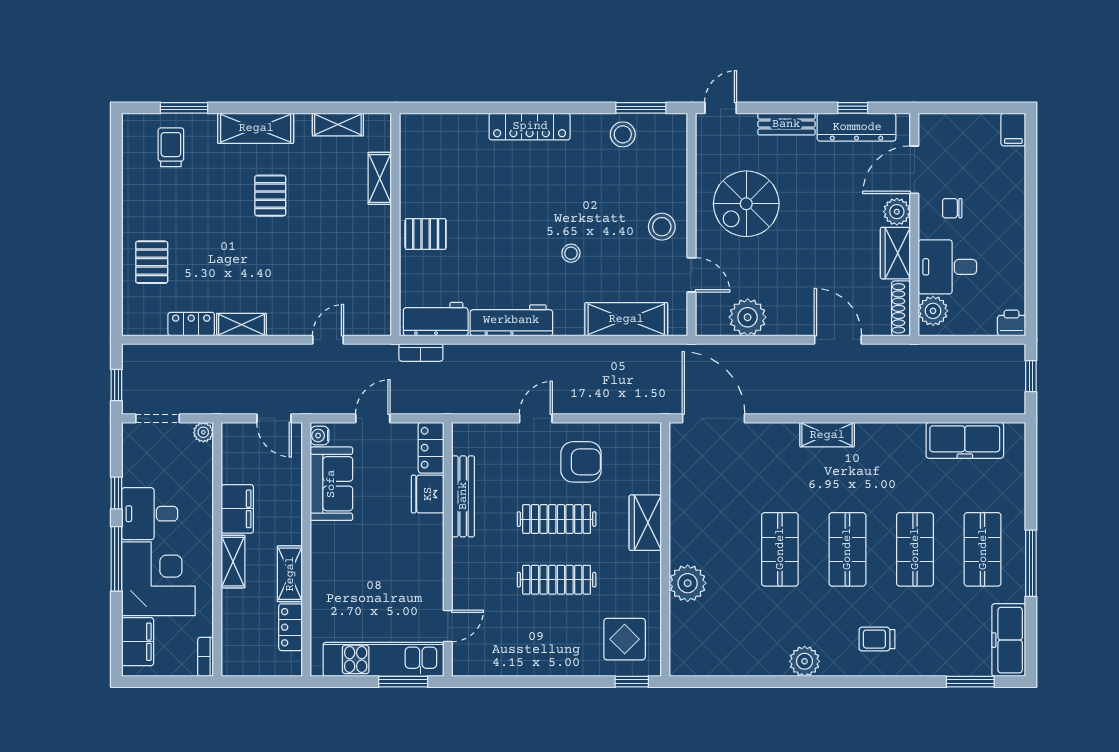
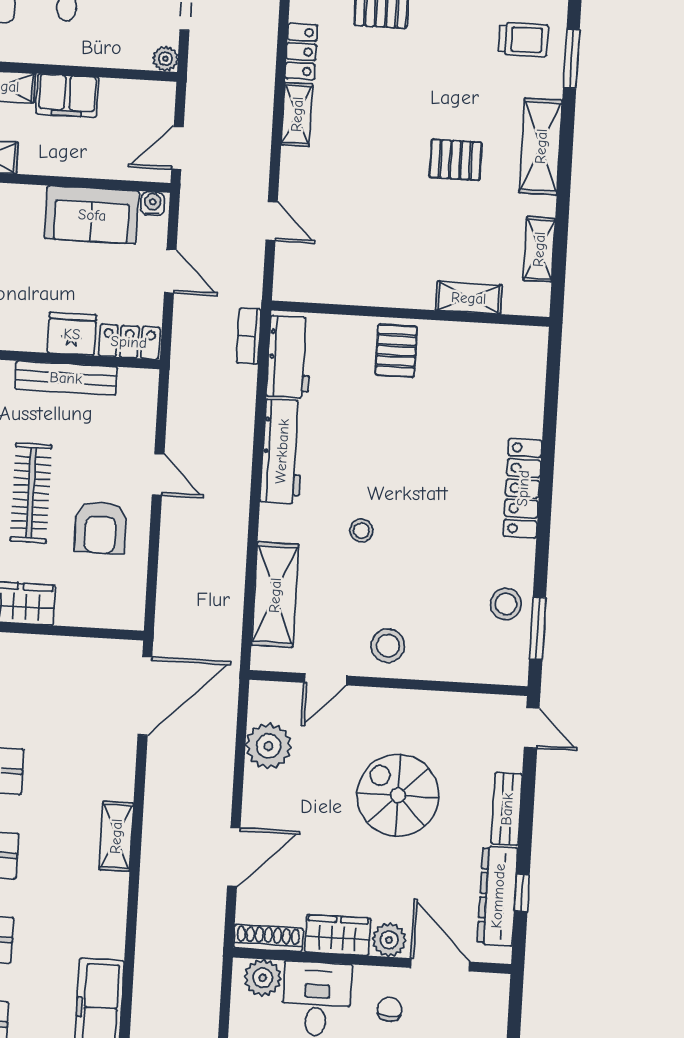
spiral stairs: (746, 204) -> (398, 795), moved

